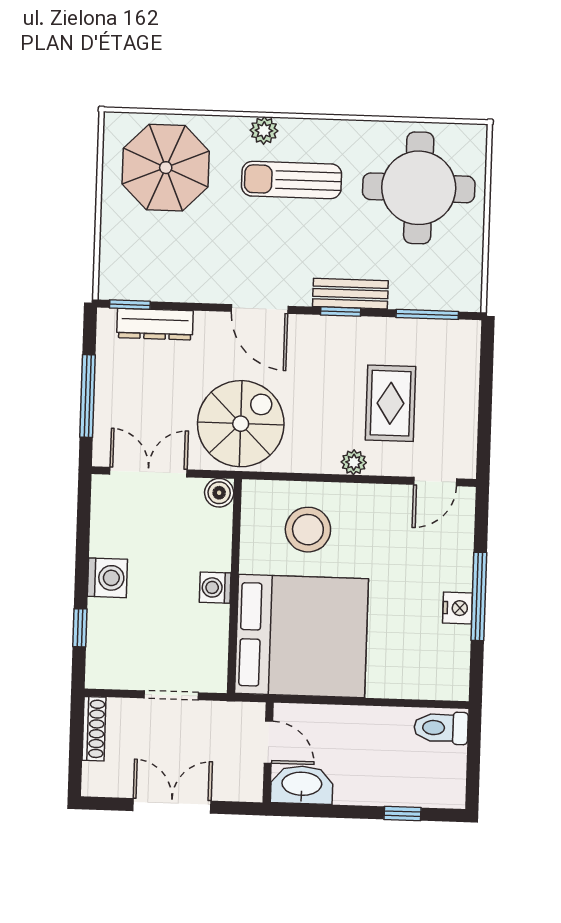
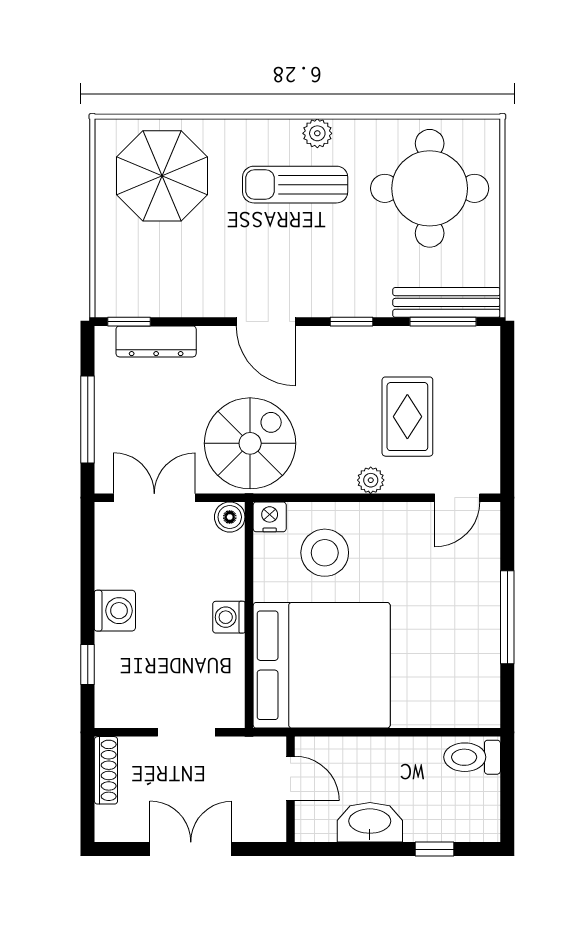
plant: (264, 130) -> (317, 133), moved
bench: (350, 294) -> (447, 302), moved, width x1.36
nightstand: (458, 608) -> (270, 517), moved, turned -90
washbasin: (302, 785) -> (370, 822), moved

